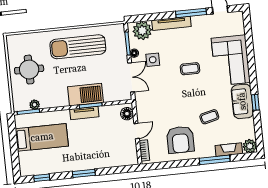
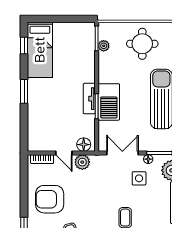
double door: (131, 77) -> (122, 153), swing flipped
plant: (143, 113) -> (82, 162), added
bed: (42, 137) -> (40, 50), moved

